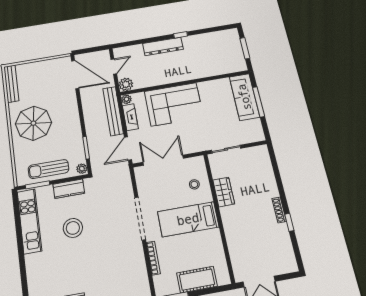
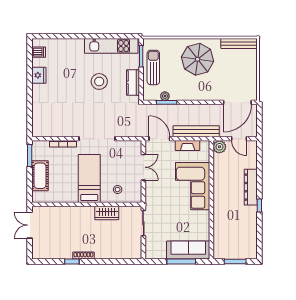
plant: (126, 99) -> (205, 145), removed
double door: (163, 160) -> (143, 167), width x0.73
plant: (82, 169) -> (165, 96), moved

